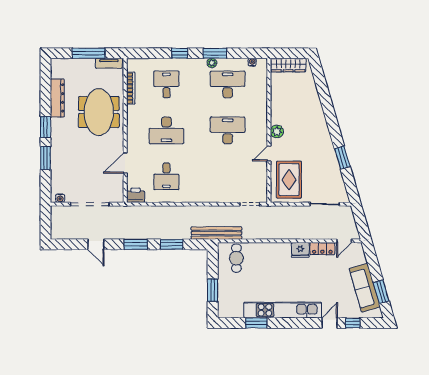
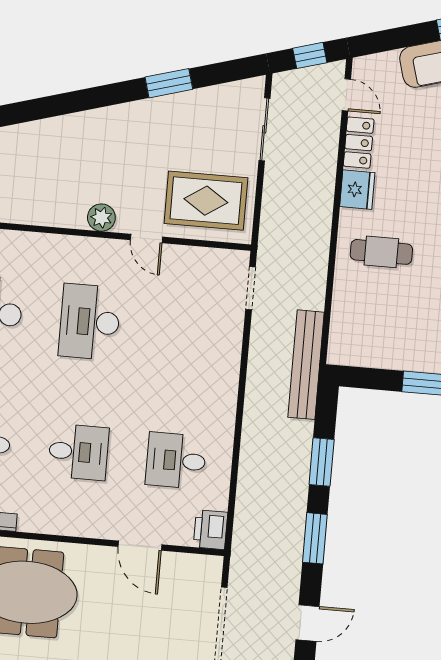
desk: (166, 130) -> (78, 452), width x0.73
desk: (166, 176) -> (176, 461), turned 180
window: (361, 222) -> (310, 55), added
cafe table: (236, 258) -> (381, 252), moved

